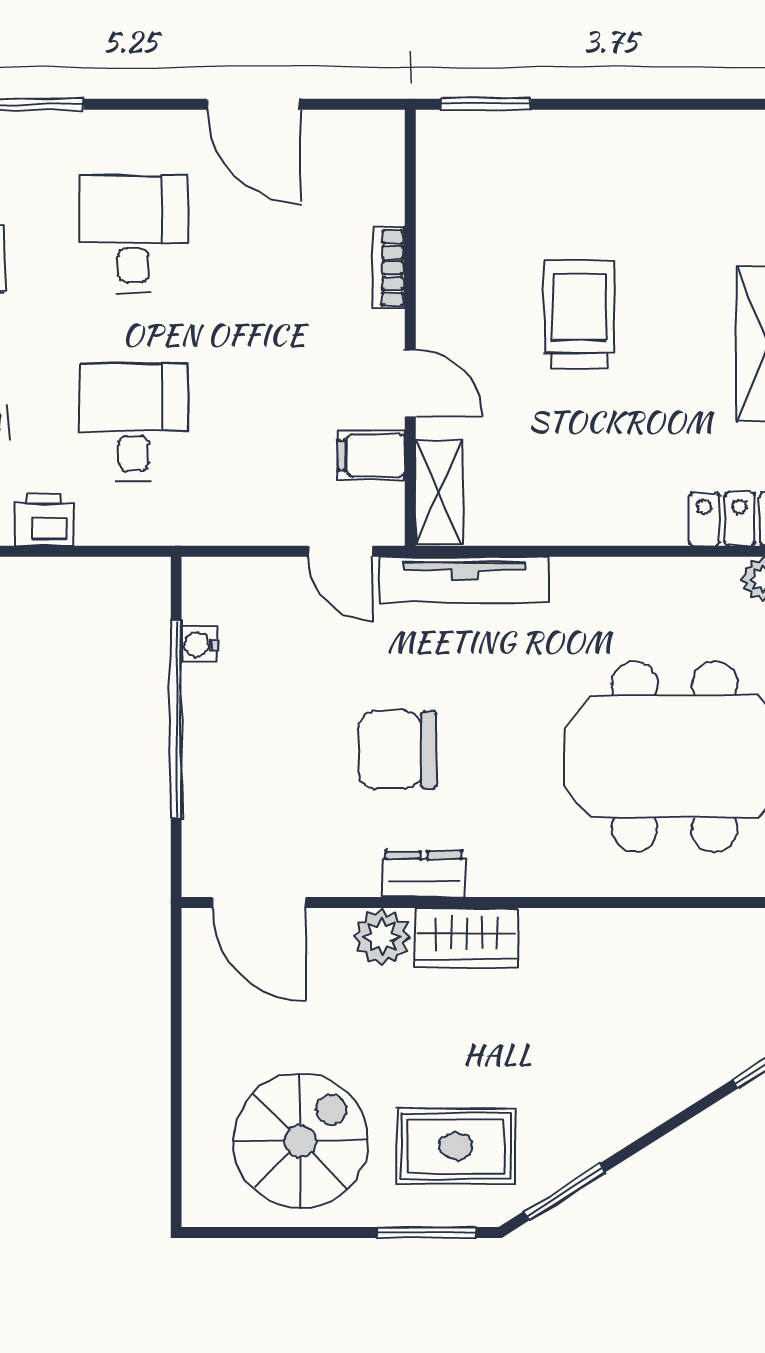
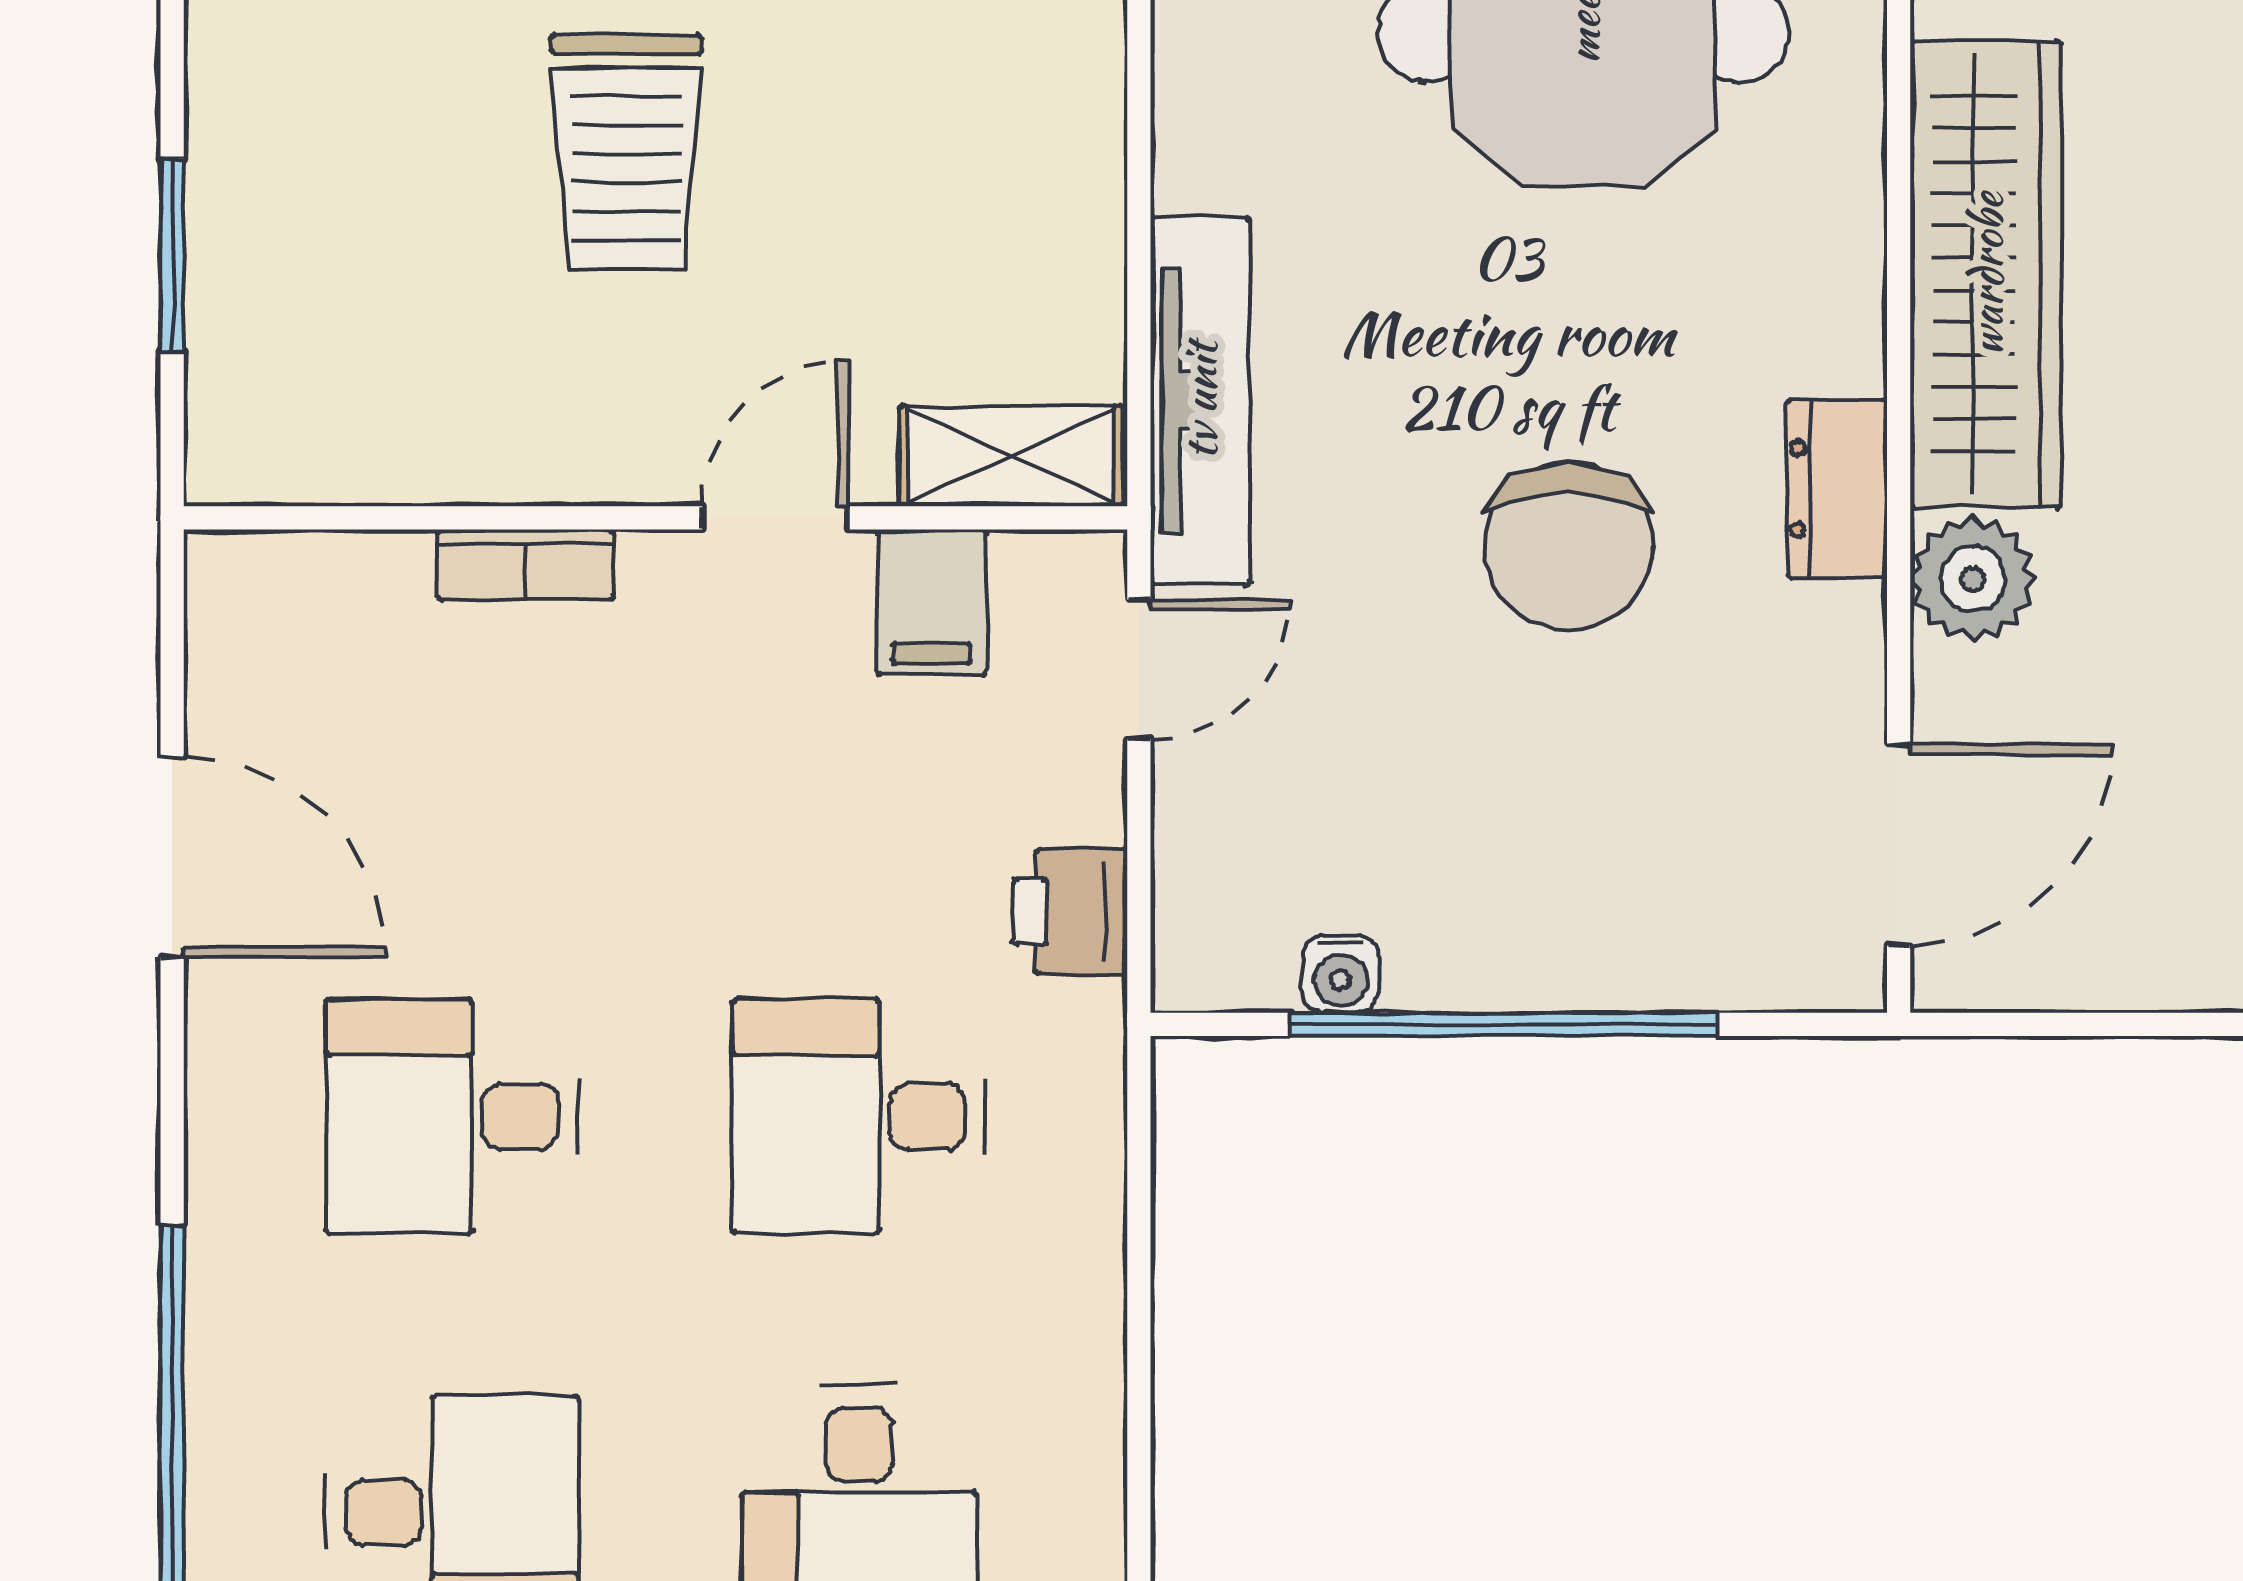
door: (254, 104) -> (172, 857), hinge flipped
window: (486, 104) -> (172, 256), moved
trolley: (579, 314) -> (626, 152), turned -90
printer: (44, 520) -> (1070, 912), moved
wardrobe: (467, 938) -> (1986, 274), width x2.10, depth x1.17

